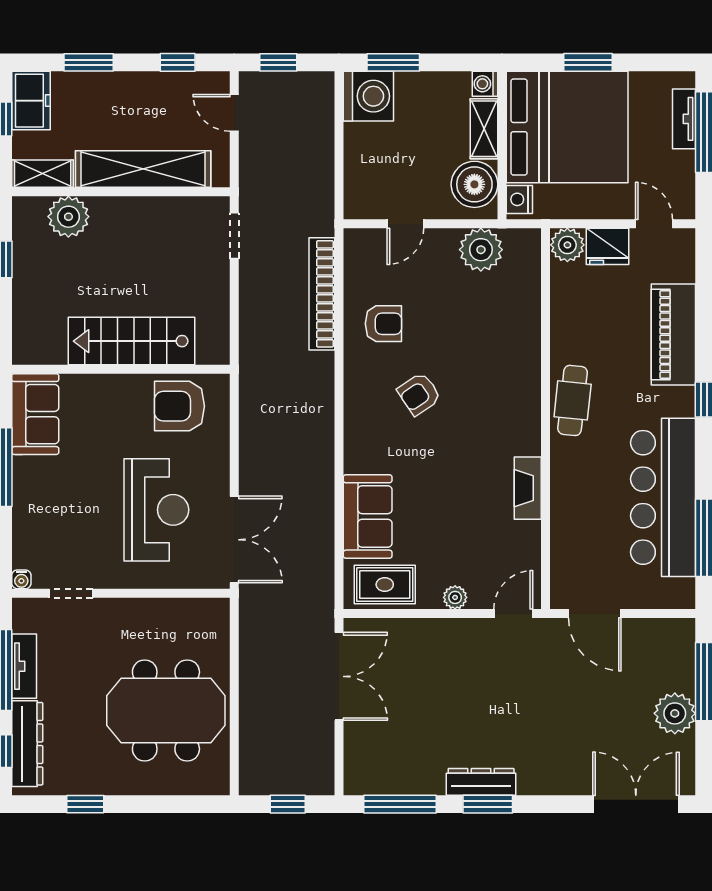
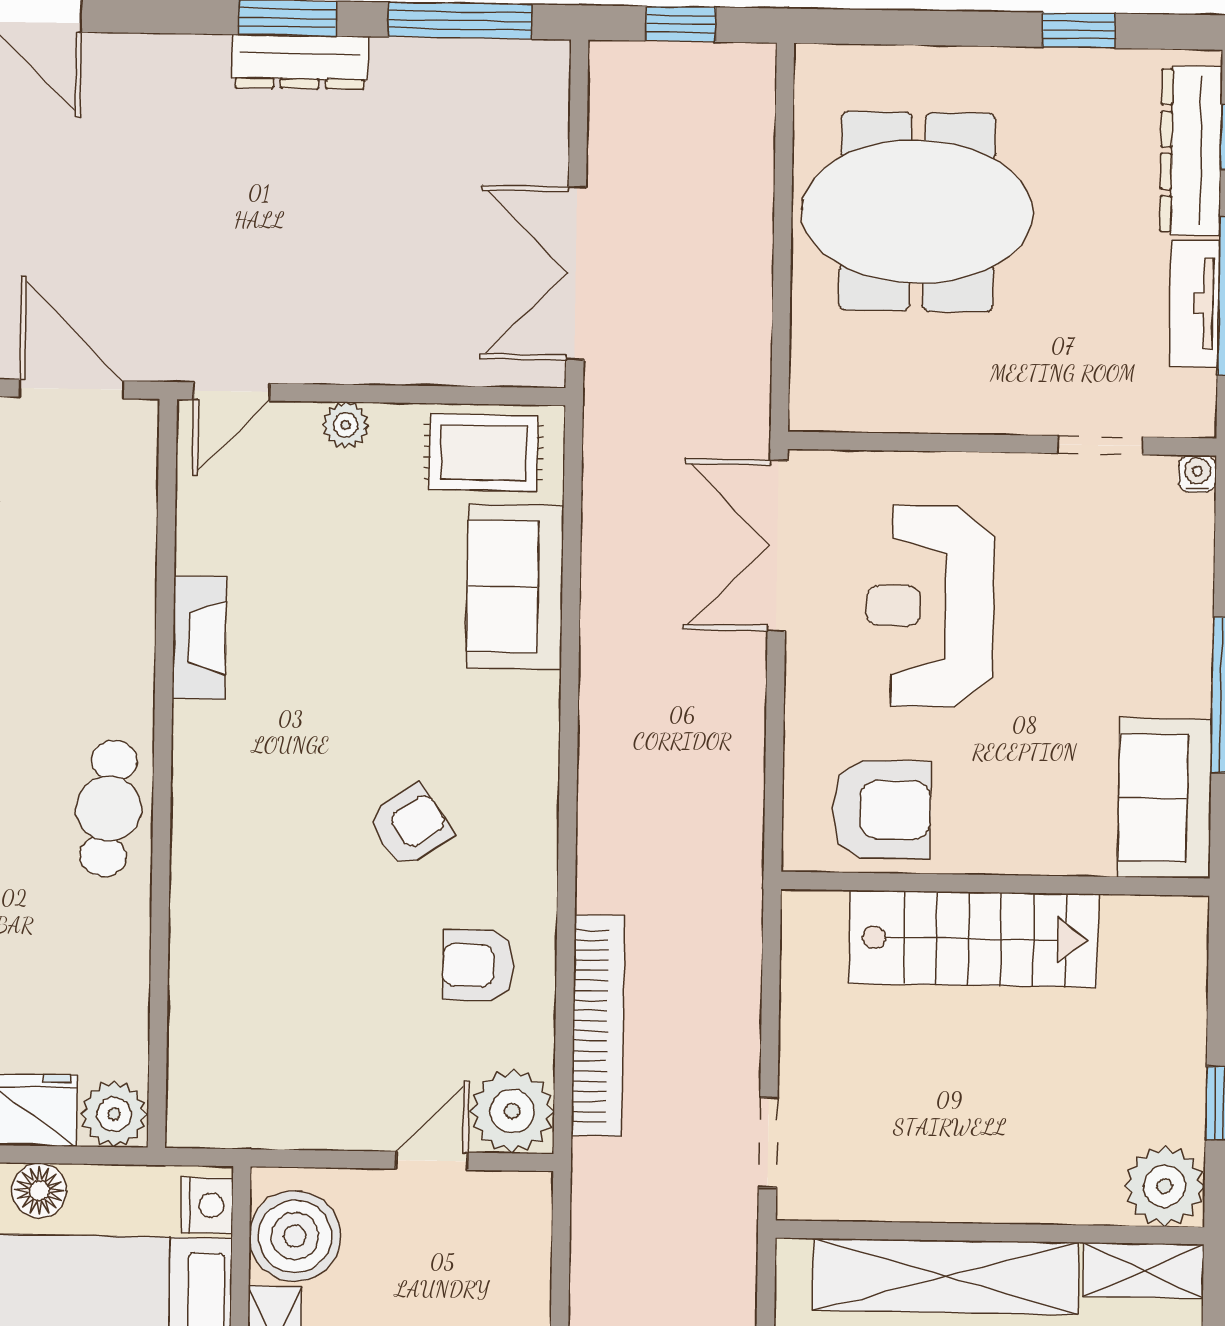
floor lamp: (605, 206) -> (39, 1191), added
plant: (68, 217) -> (1165, 1186), moved
plant: (481, 250) -> (512, 1111), moved

